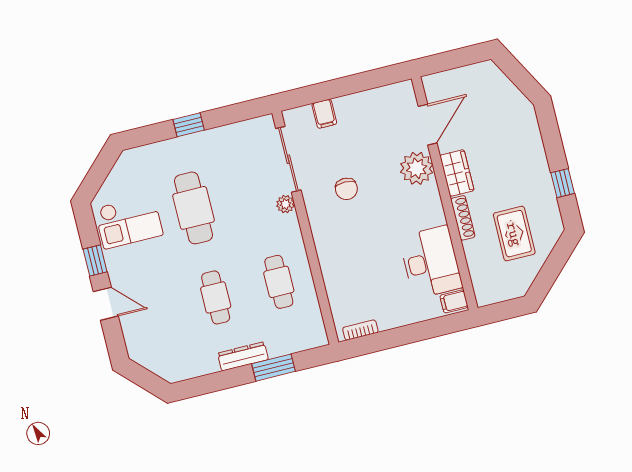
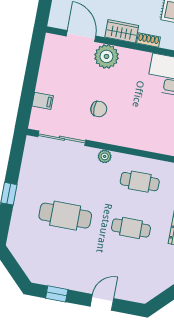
plant: (285, 204) -> (105, 156), moved
shoe rack: (463, 218) -> (148, 40), width x0.70
checkout: (129, 222) -> (55, 262), removed
window: (95, 260) -> (57, 294), moved

